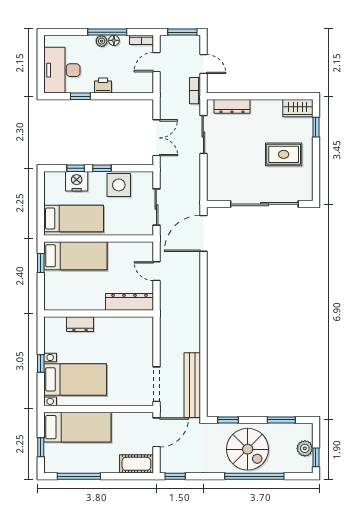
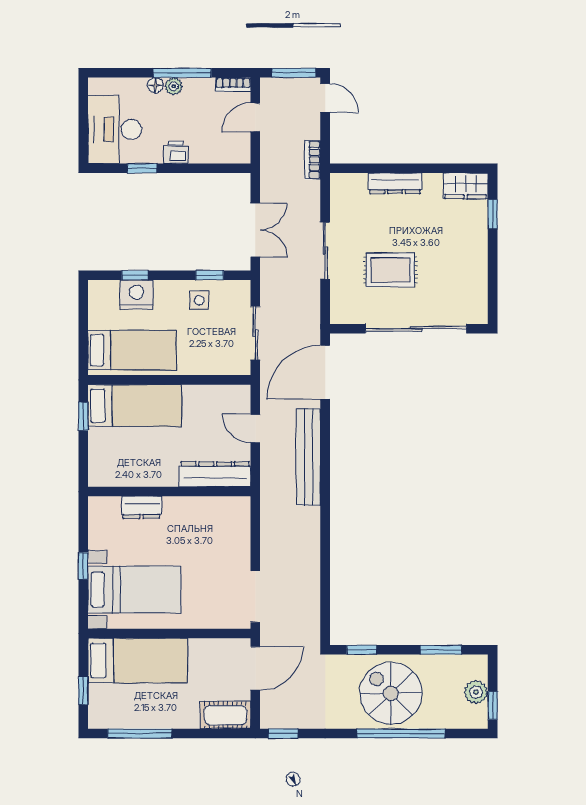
floor lamp: (114, 40) -> (155, 85), moved
door: (203, 64) -> (325, 98), moved
dresser: (232, 106) -> (395, 183), moved
sliding door: (203, 134) -> (325, 251), moved
rug: (284, 154) -> (390, 270), moved
window: (102, 168) -> (210, 275), moved
side table: (119, 185) -> (199, 300), width x0.54, depth x0.54
bench: (192, 385) -> (308, 457), moved
spiral stairs: (248, 449) -> (391, 693), turned 180

